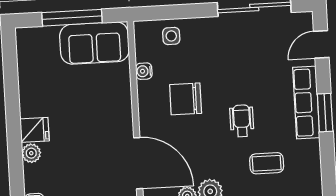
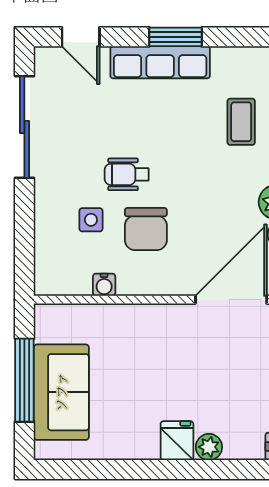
side table: (171, 36) -> (91, 220), moved
sofa: (94, 43) -> (61, 392), moved
wheelchair: (242, 121) -> (127, 174), moved

